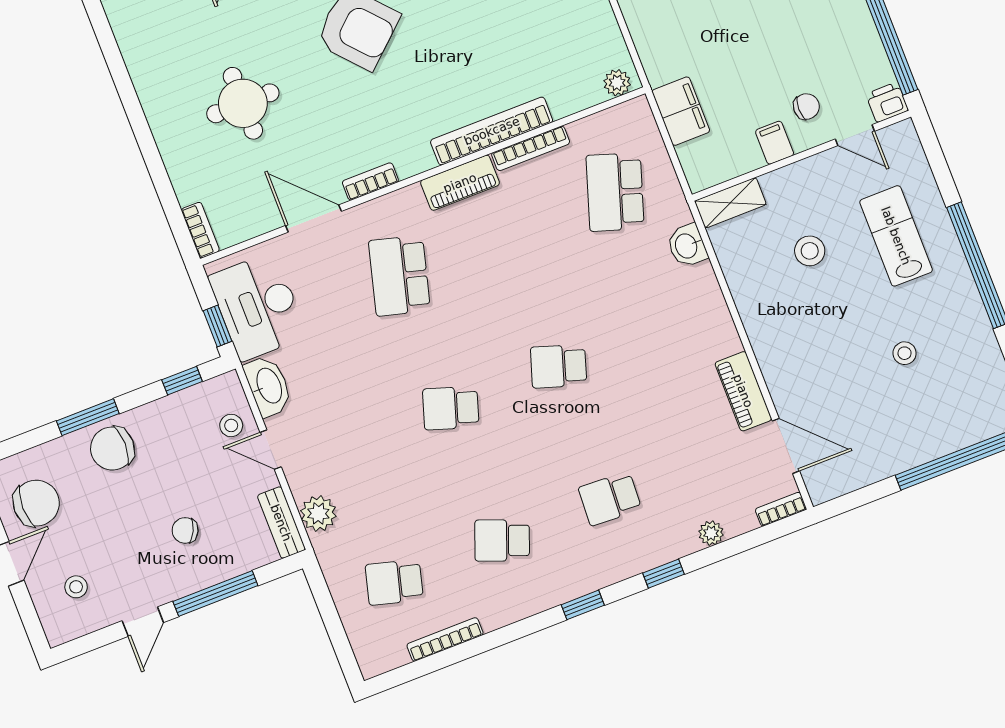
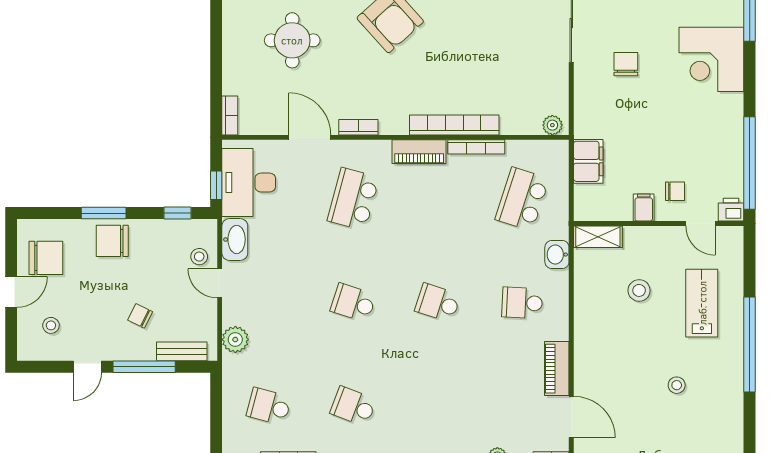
school desk: (610, 499) -> (522, 303), moved
bench: (281, 523) -> (182, 351), moved, turned 90

